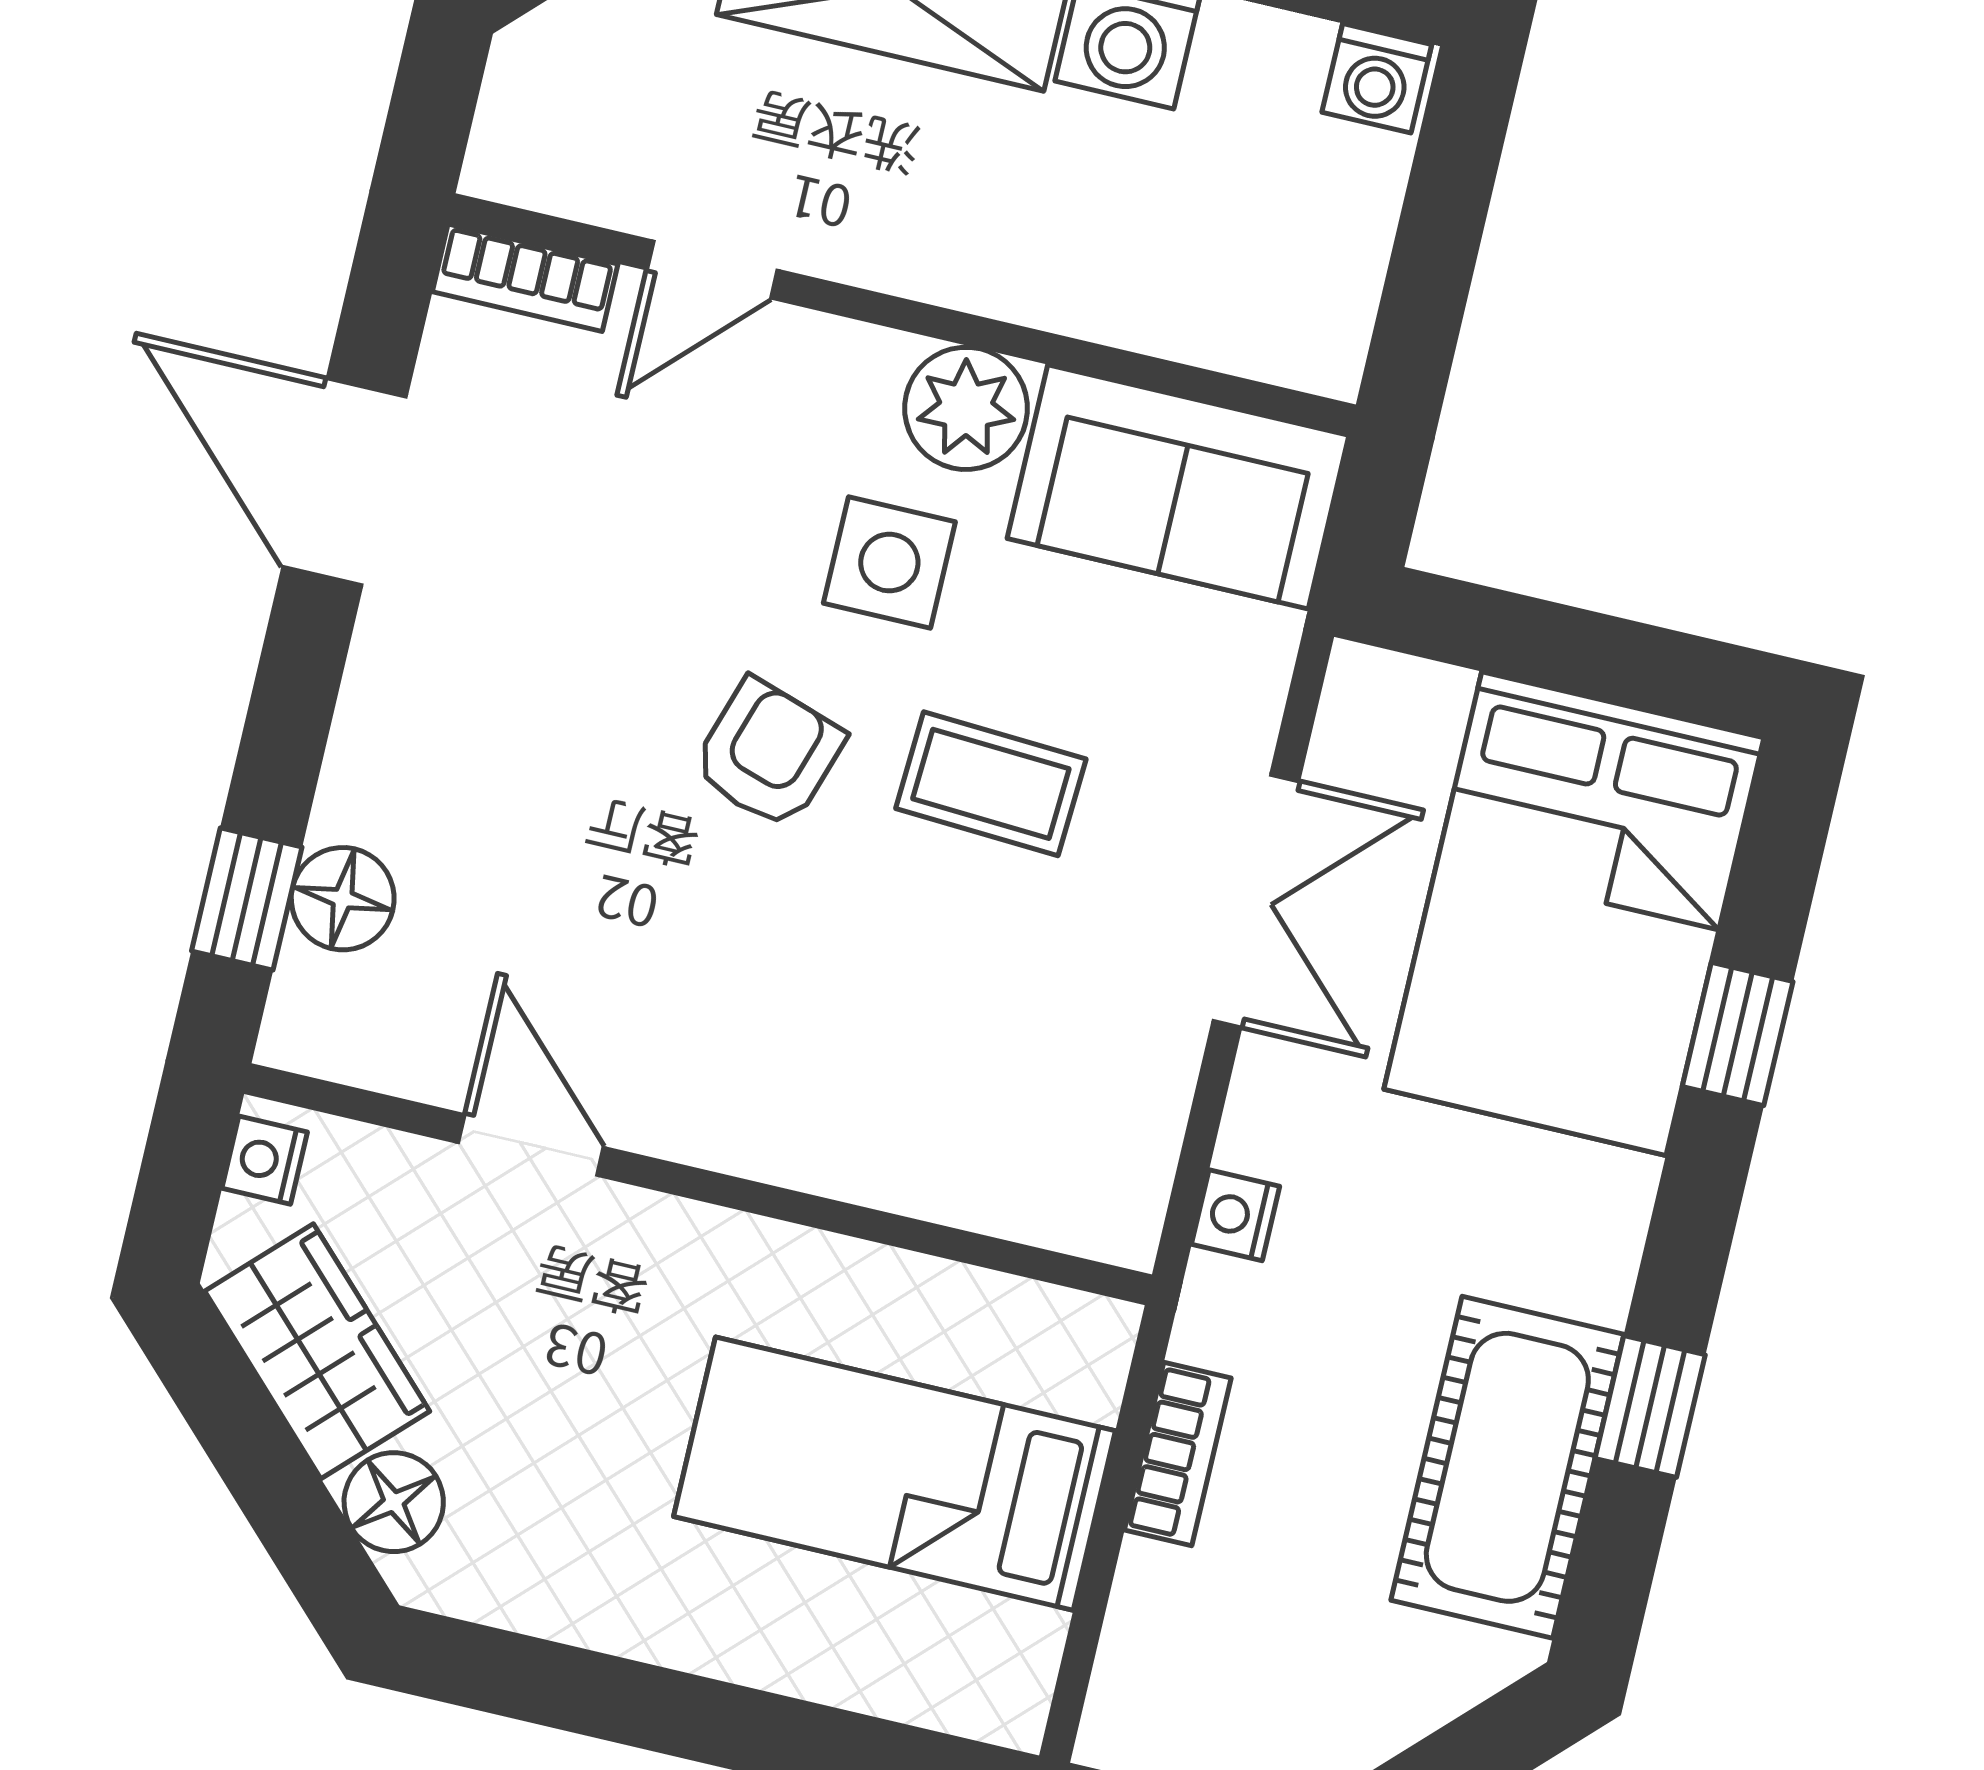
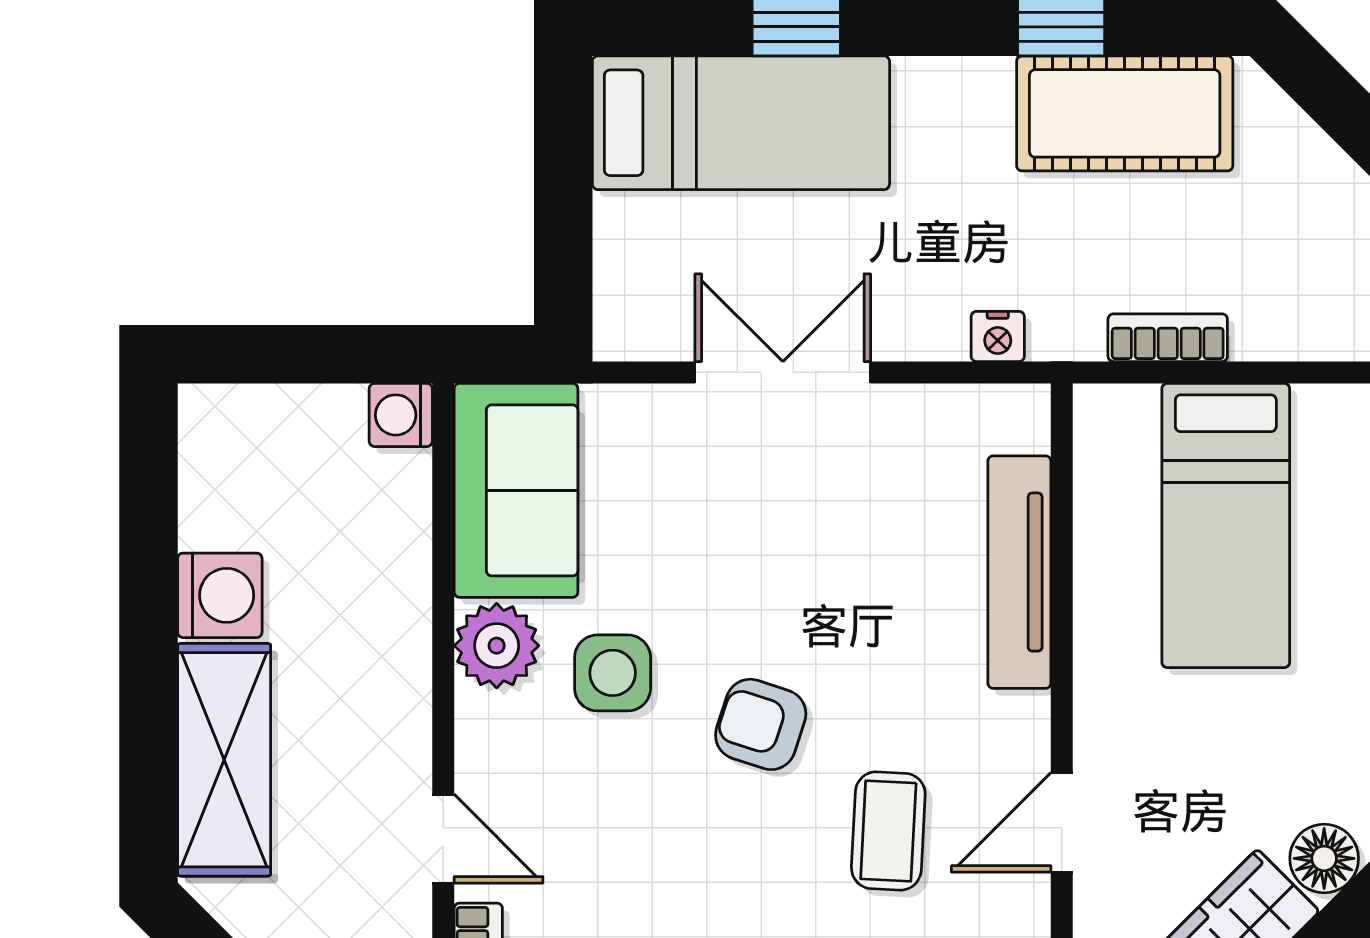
washing machine: (1377, 78) -> (401, 415), moved, turned 180
coffee table: (991, 784) -> (888, 831), moved
bed: (1574, 914) -> (741, 123), width x0.67
tv unit: (897, 1168) -> (1019, 572), added

